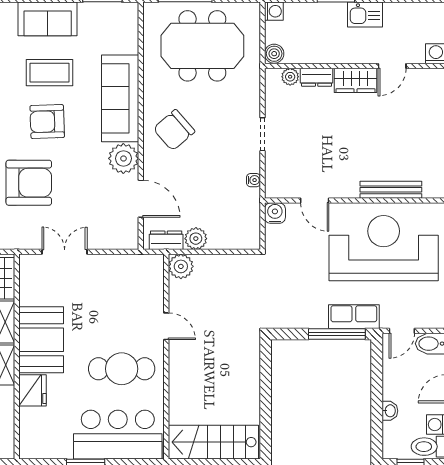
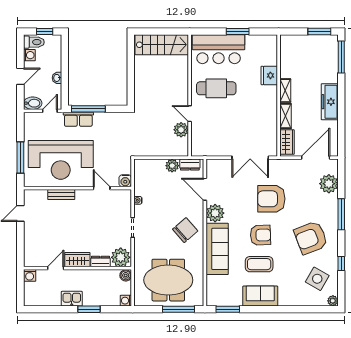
plant: (290, 77) -> (121, 257), width x1.87, depth x1.87
bench: (391, 190) -> (61, 195), width x0.73
double door: (65, 252) -> (250, 158), width x1.37
plant: (181, 266) -> (181, 130), moved
booth: (41, 340) -> (264, 105), removed
washbasin: (390, 411) -> (57, 78), moved

